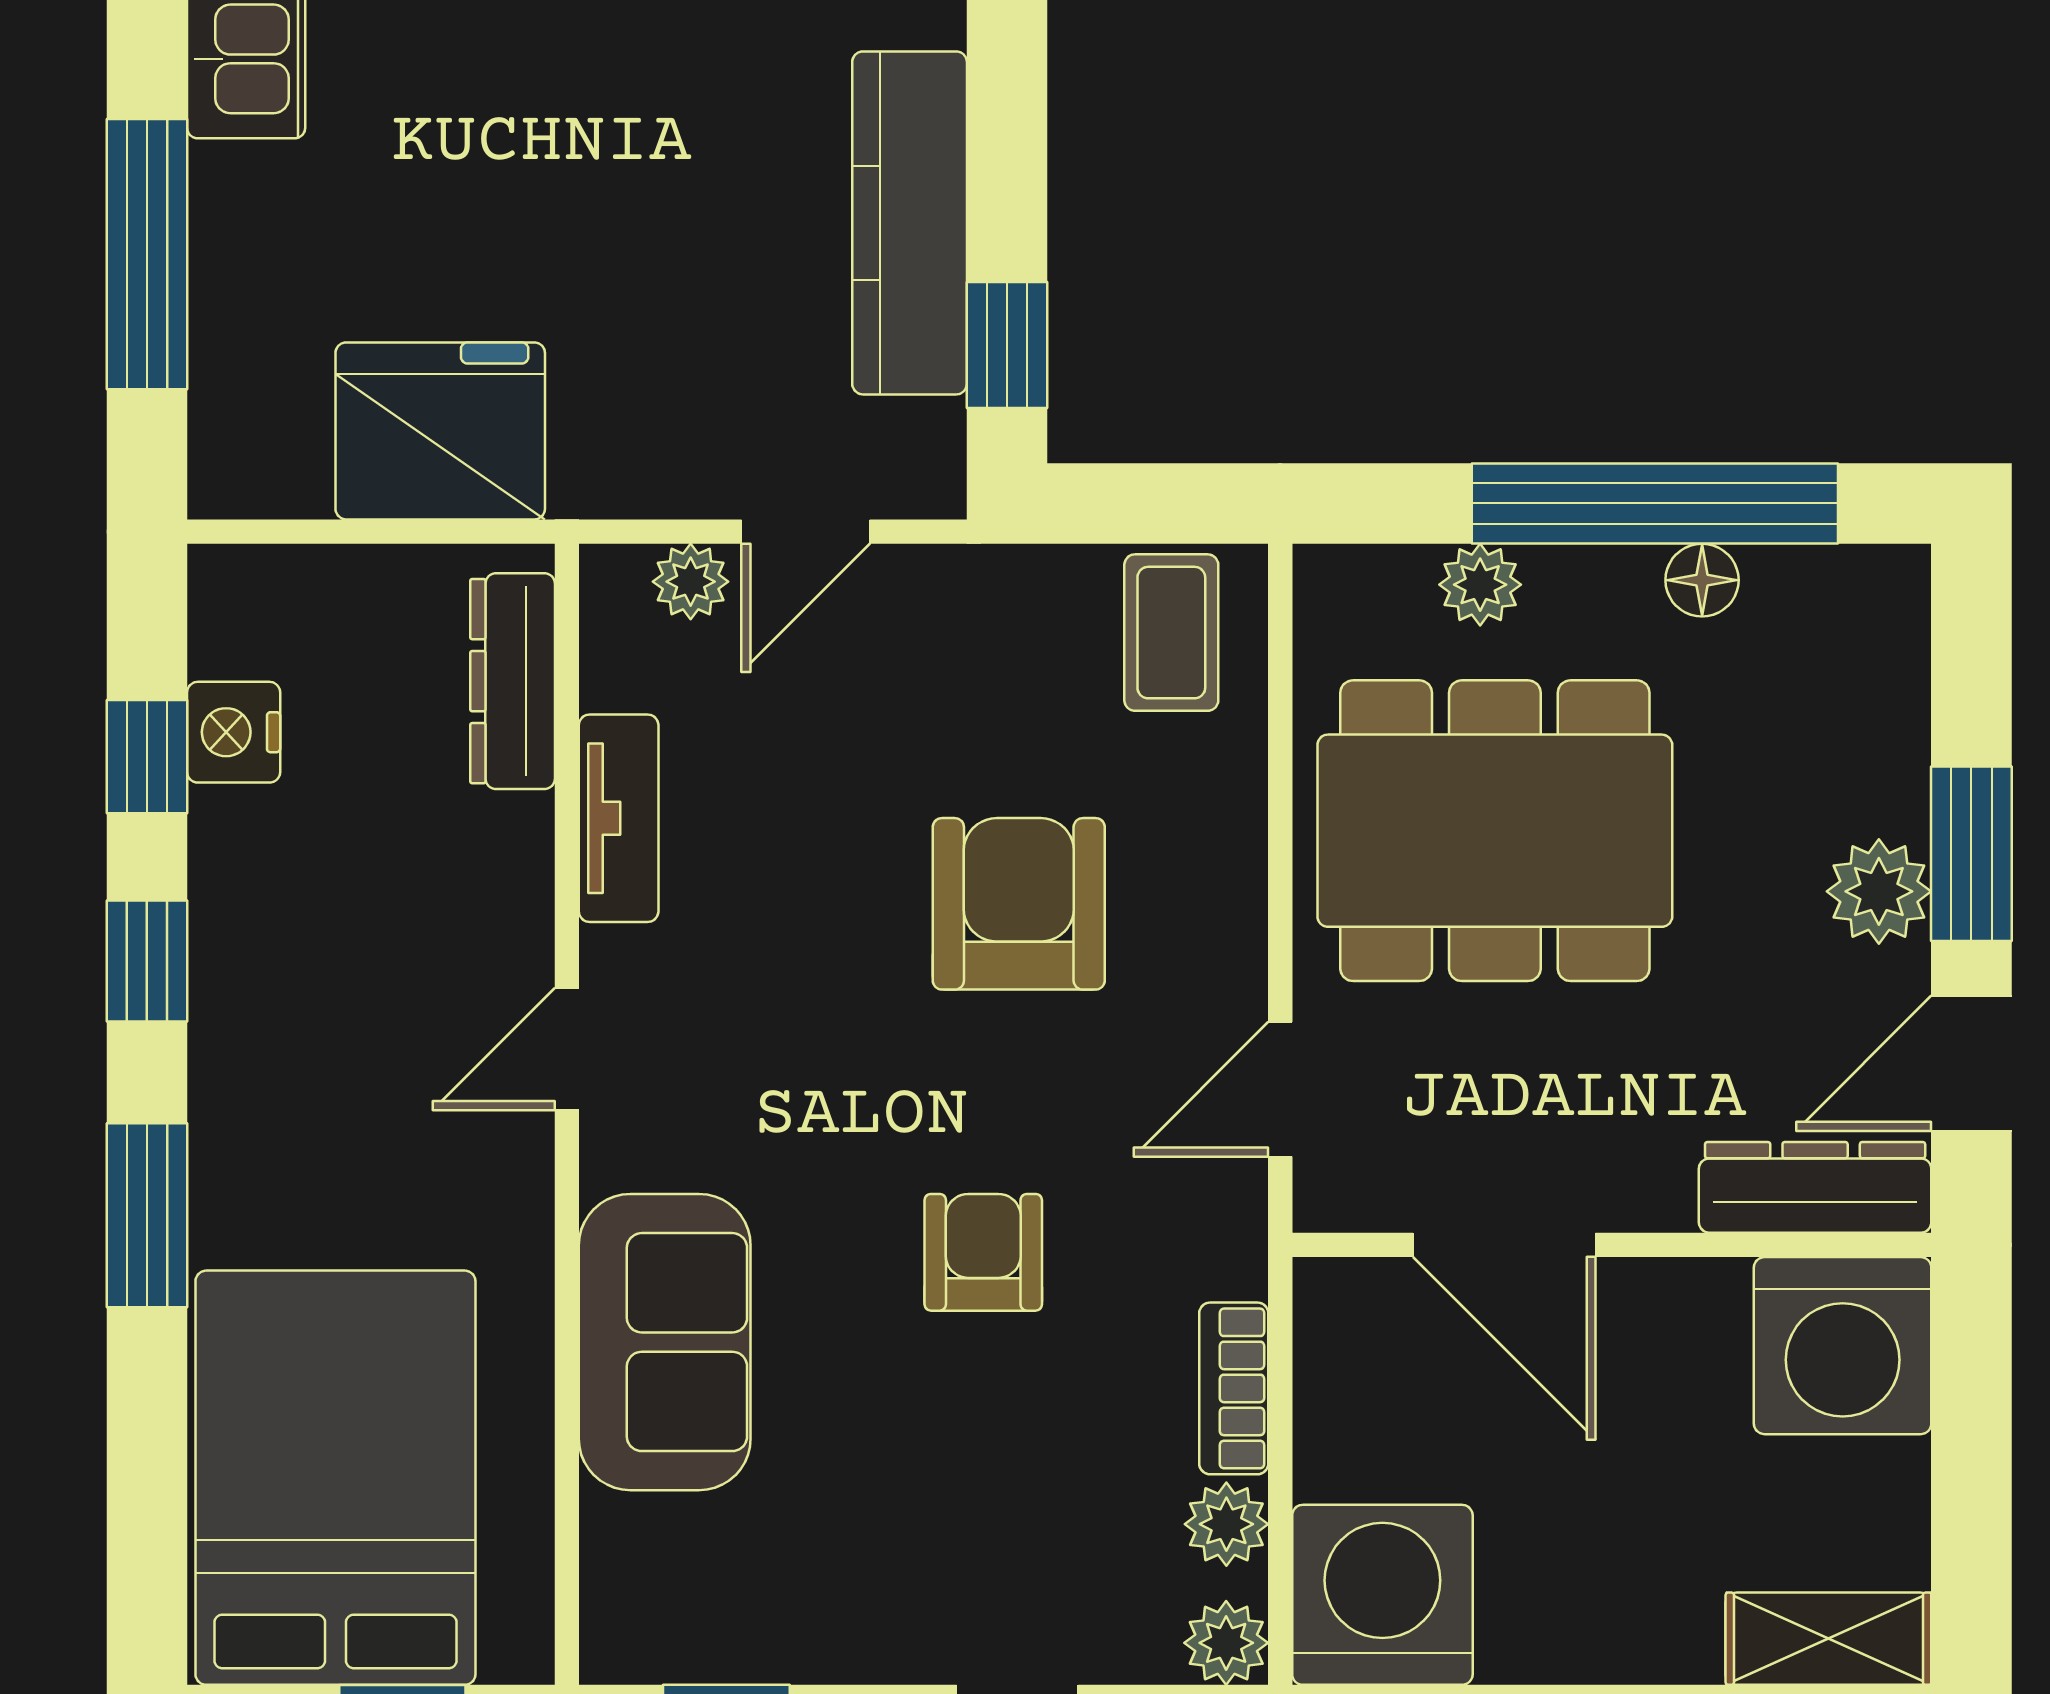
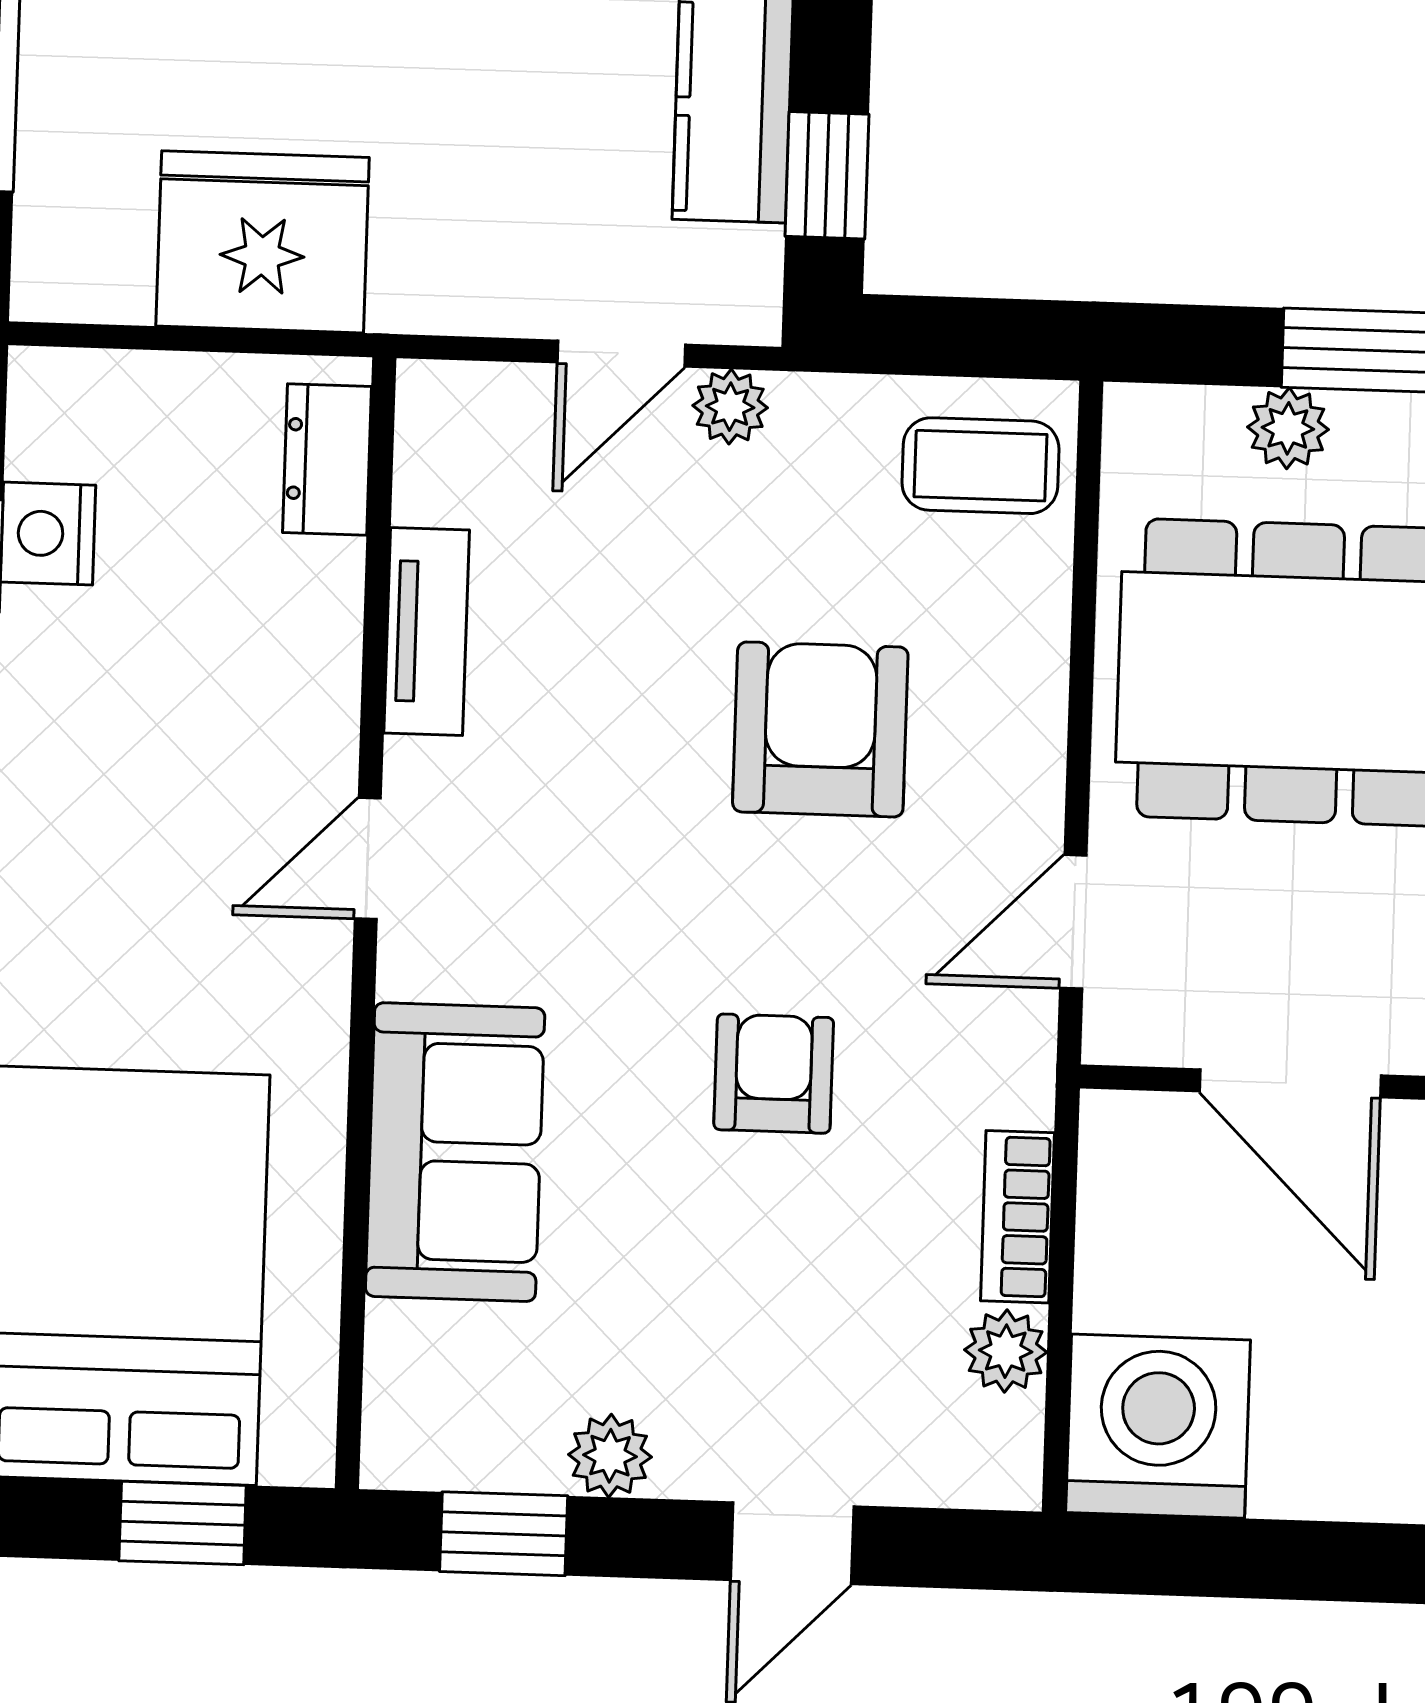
plant: (691, 582) -> (730, 407), moved
coffee table: (1171, 633) -> (980, 466), turned 90
dresser: (513, 681) -> (327, 460), width x0.70
plant: (1226, 1643) -> (610, 1456), moved

